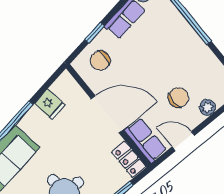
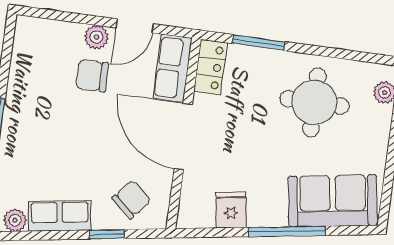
chair: (100, 60) -> (131, 199), turned -49
plant: (207, 107) -> (96, 37), moved
door: (183, 141) -> (135, 26), hinge flipped

